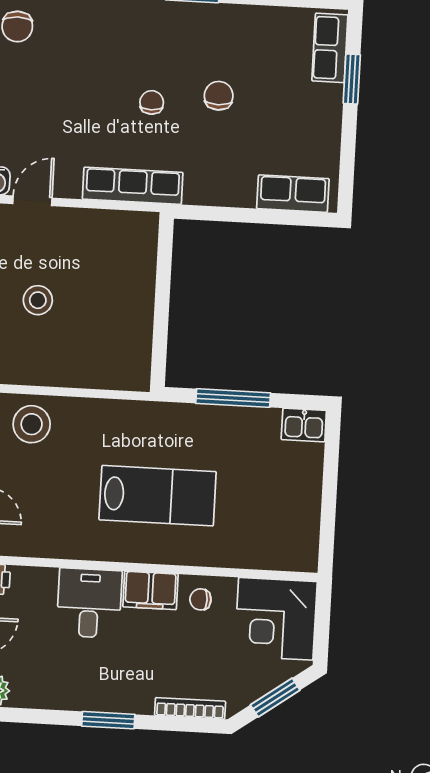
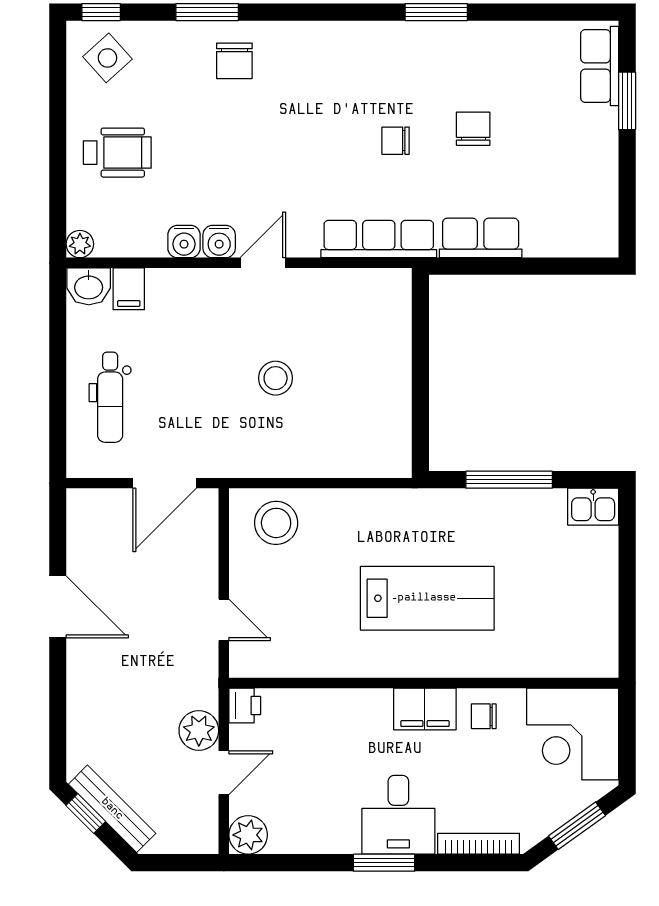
chair: (152, 102) -> (396, 141), turned -90
row of seats: (293, 194) -> (481, 238), moved
desk: (89, 603) -> (398, 815), moved, turned 180

